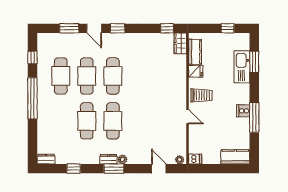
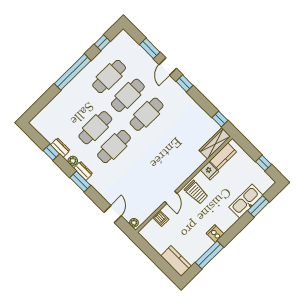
wardrobe: (180, 43) -> (215, 143), width x1.50
window: (254, 117) -> (209, 255), moved
dresser: (46, 159) -> (60, 148), moved
plant: (123, 159) -> (73, 161), moved
dishwasher: (195, 159) -> (161, 218), moved

